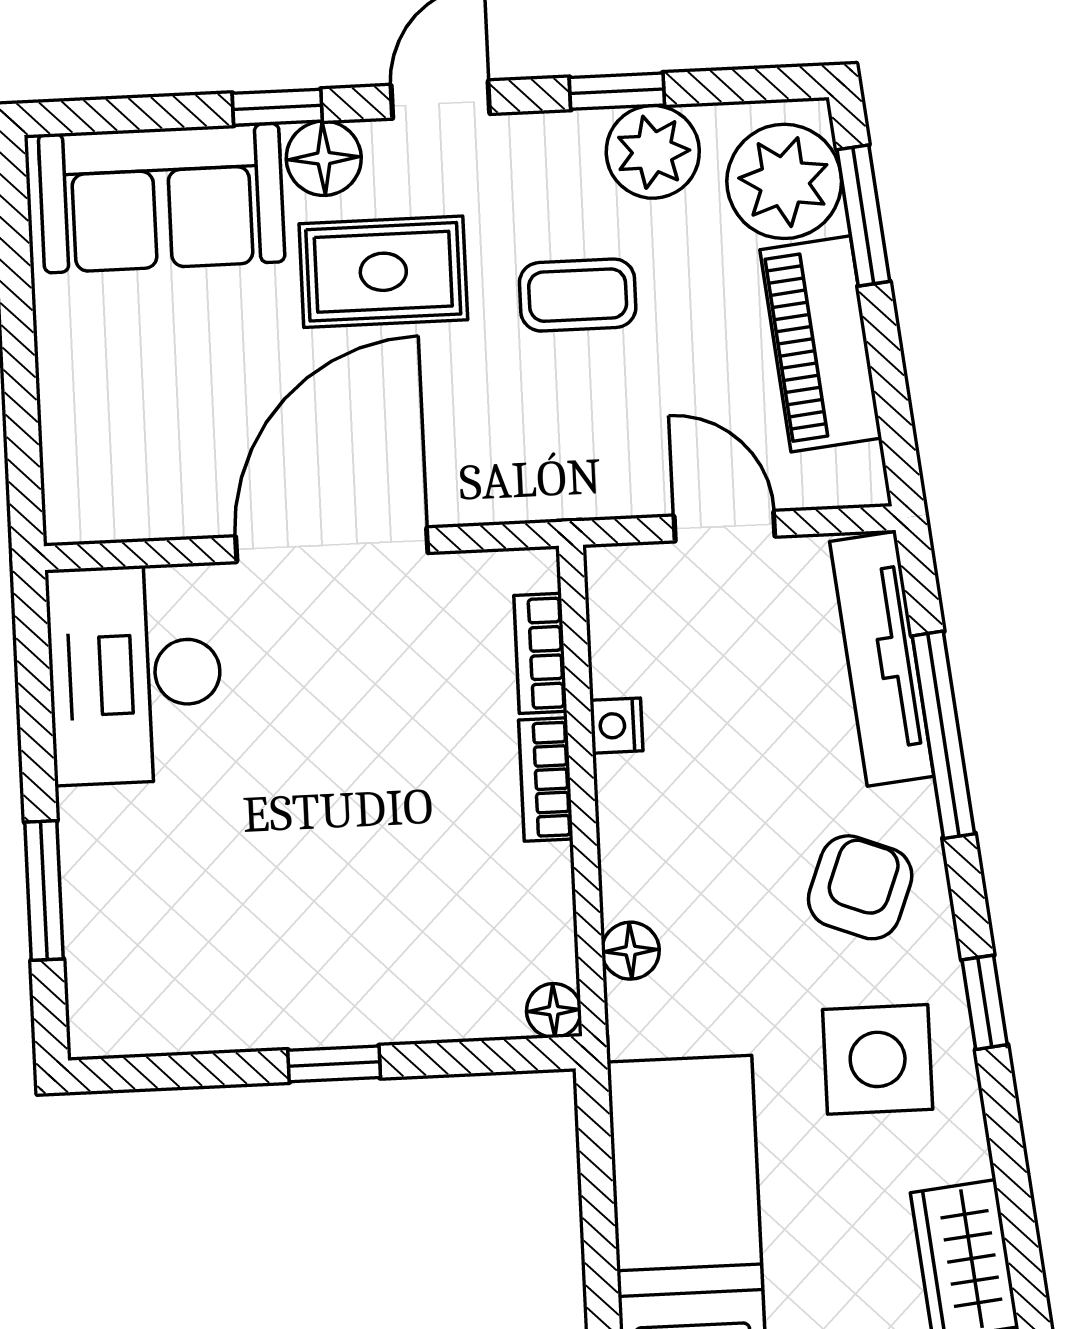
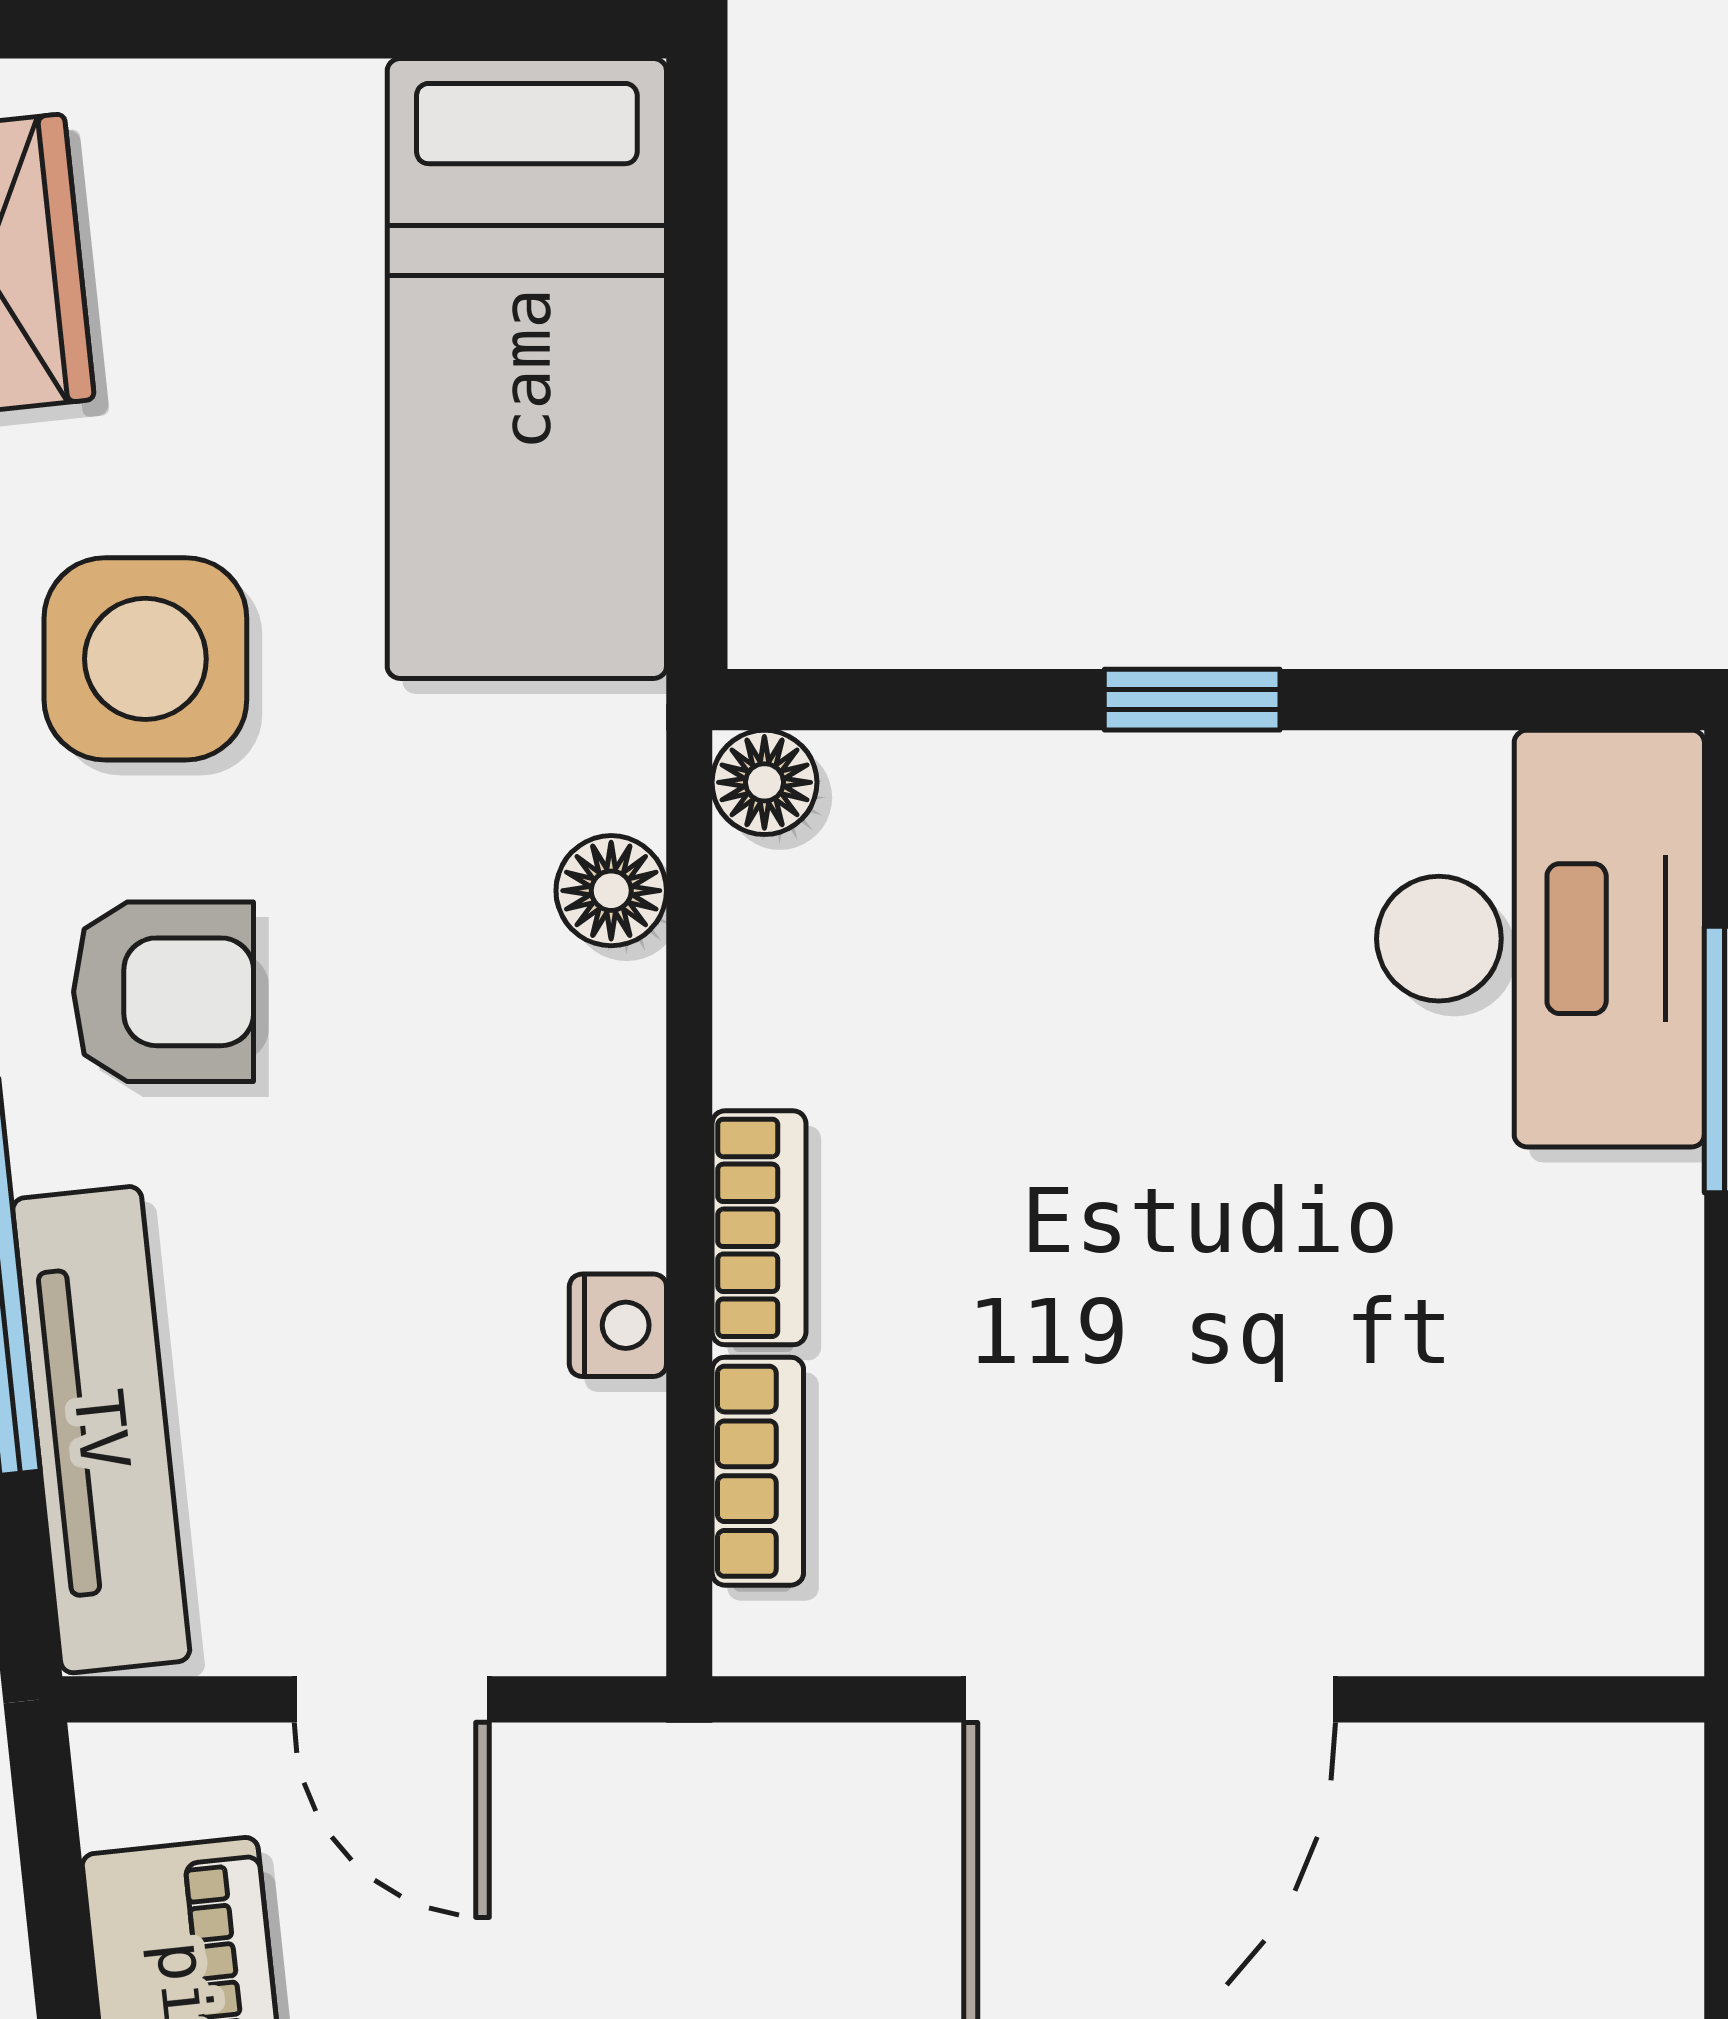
desk: (135, 674) -> (1541, 939), moved
armchair: (860, 887) -> (163, 992), turned -111

